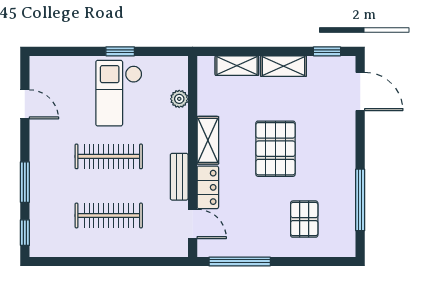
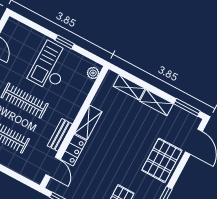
window: (327, 51) -> (187, 107), width x1.50
plant: (179, 99) -> (93, 73), moved
pallet: (275, 149) -> (162, 160), moved

